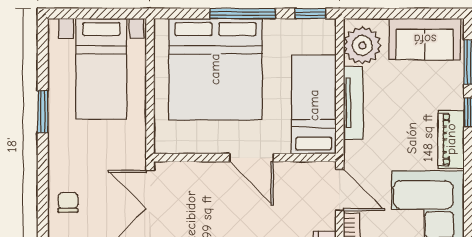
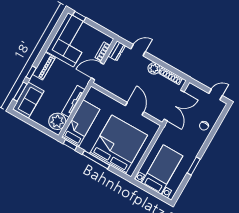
sofa: (425, 39) -> (28, 100), moved, turned 90
bed: (314, 105) -> (81, 123), moved, turned 180
door: (251, 158) -> (135, 109), moved
door: (340, 190) -> (98, 71), hinge flipped

